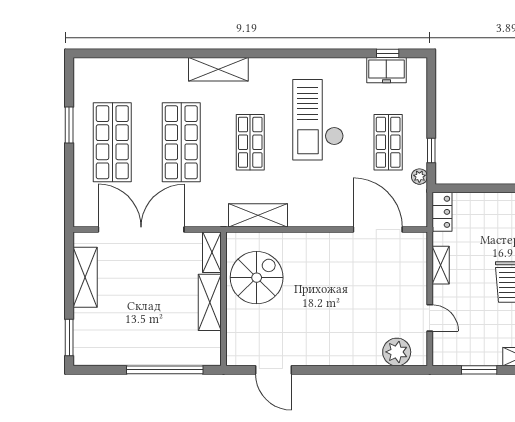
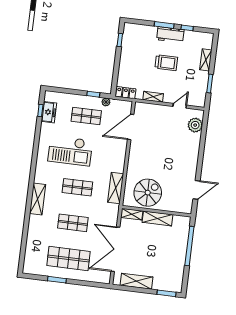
shop shelf: (181, 142) -> (73, 223), width x0.70, depth x0.74
spiral stairs: (257, 278) -> (148, 193), turned 90

